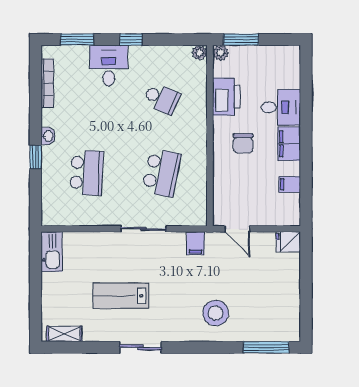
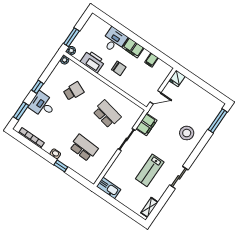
filing cabinet: (195, 243) -> (146, 125), width x2.00

